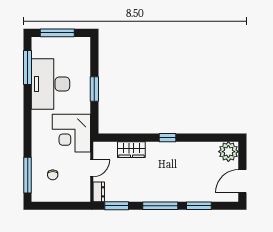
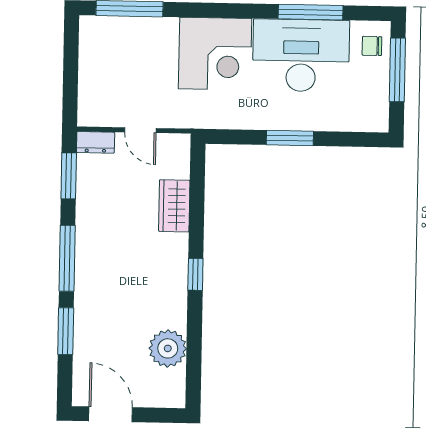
window: (28, 68) -> (311, 12), moved
corner desk: (71, 133) -> (215, 54), moved, turned 180
plant: (228, 152) -> (168, 348), moved
chair: (53, 175) -> (372, 46), moved

